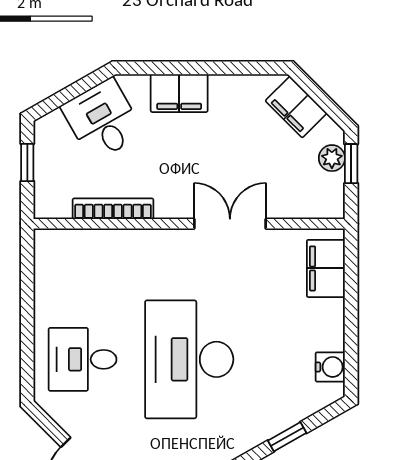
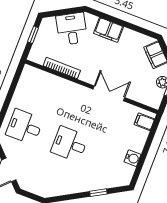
filing cabinet: (326, 268) -> (144, 122), width x0.50
desk: (189, 359) -> (70, 144), width x0.53, depth x0.77
water cooler: (330, 367) -> (133, 158), moved

